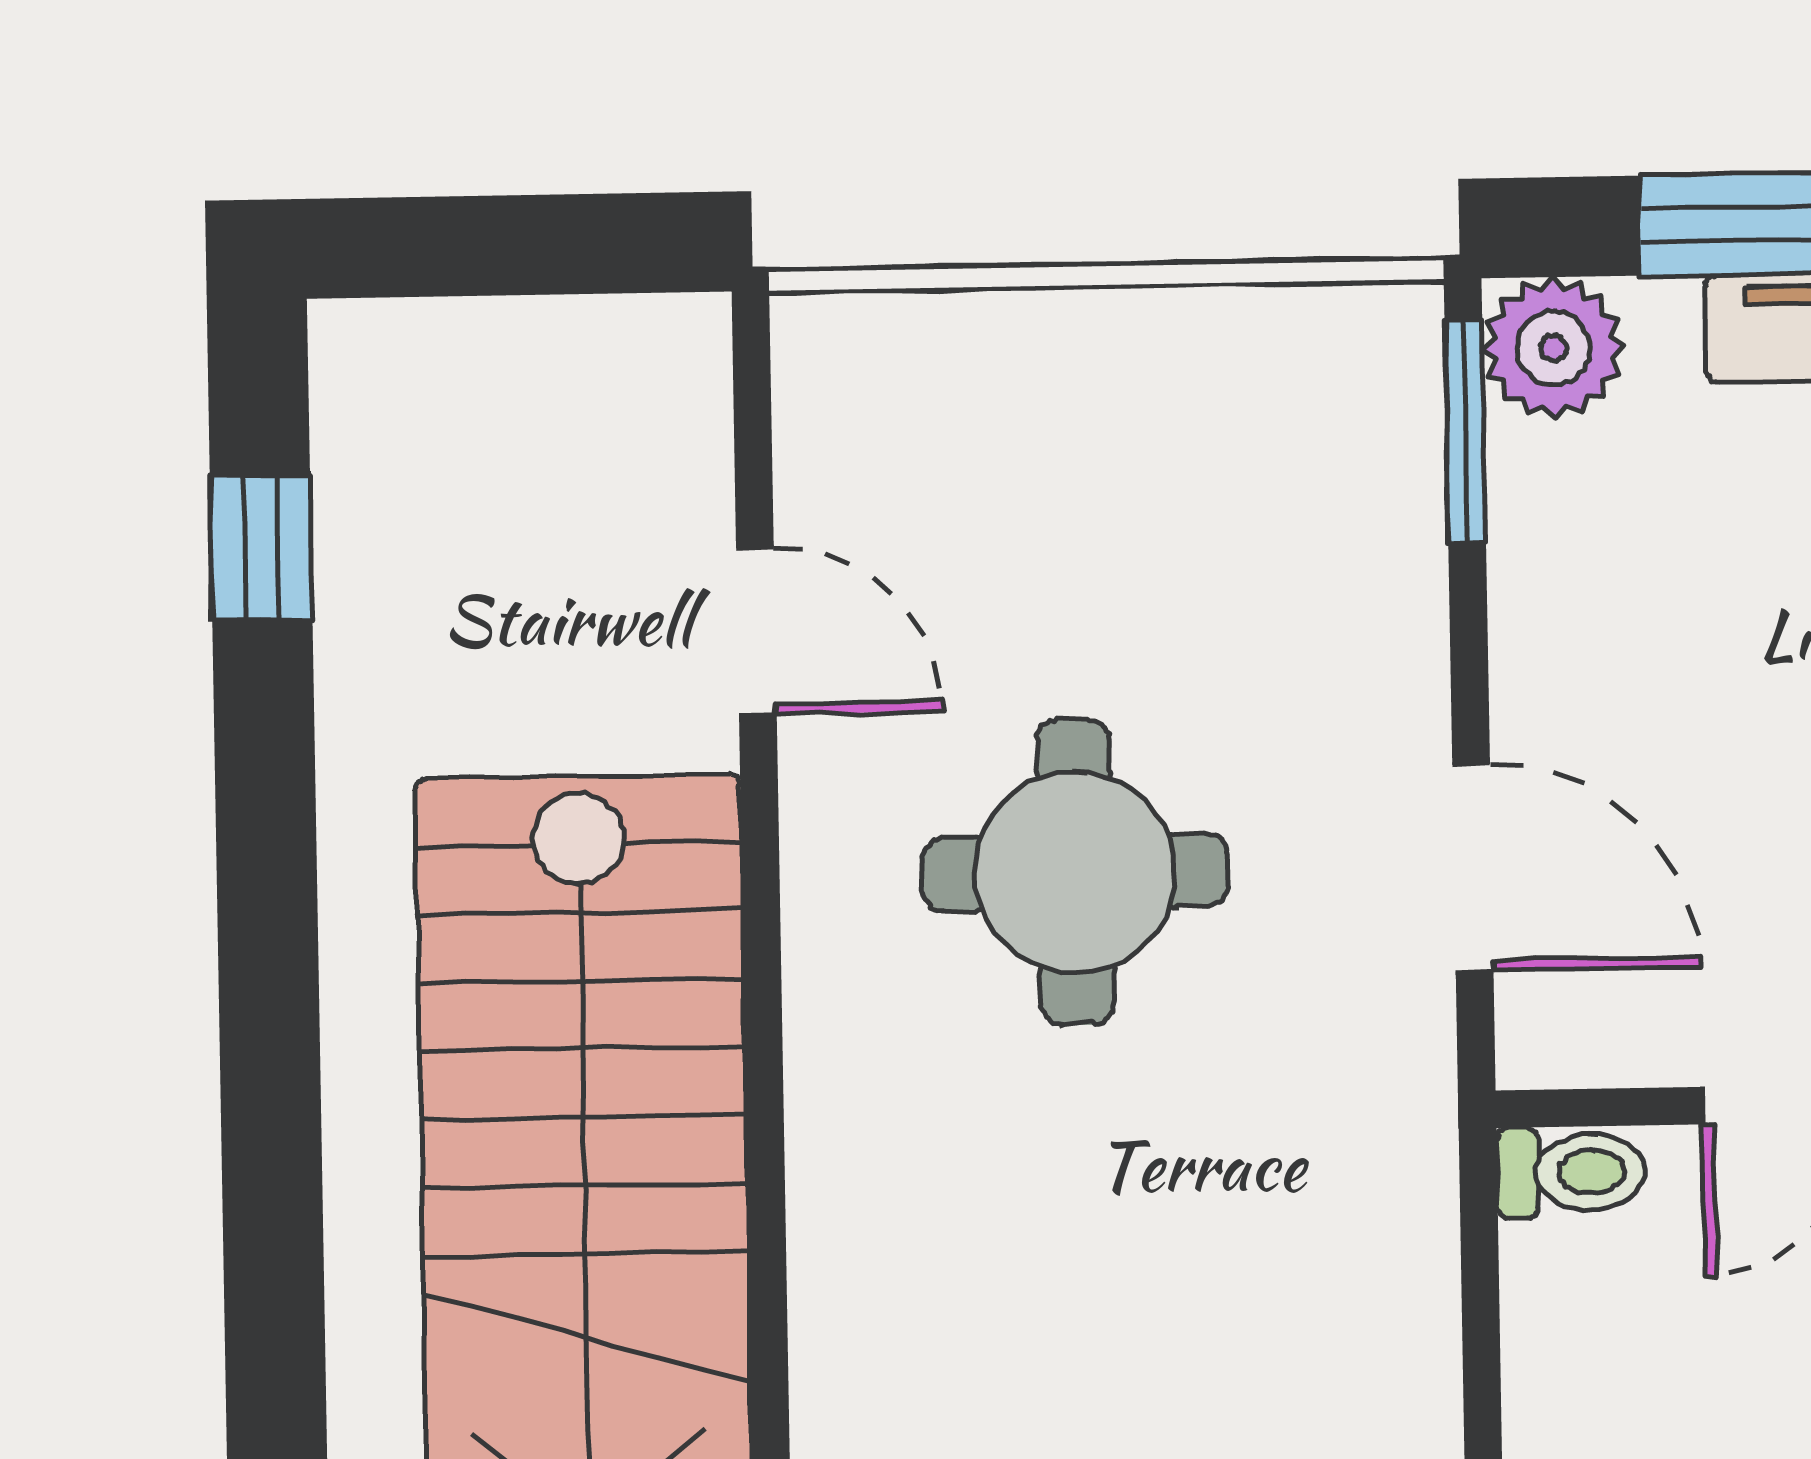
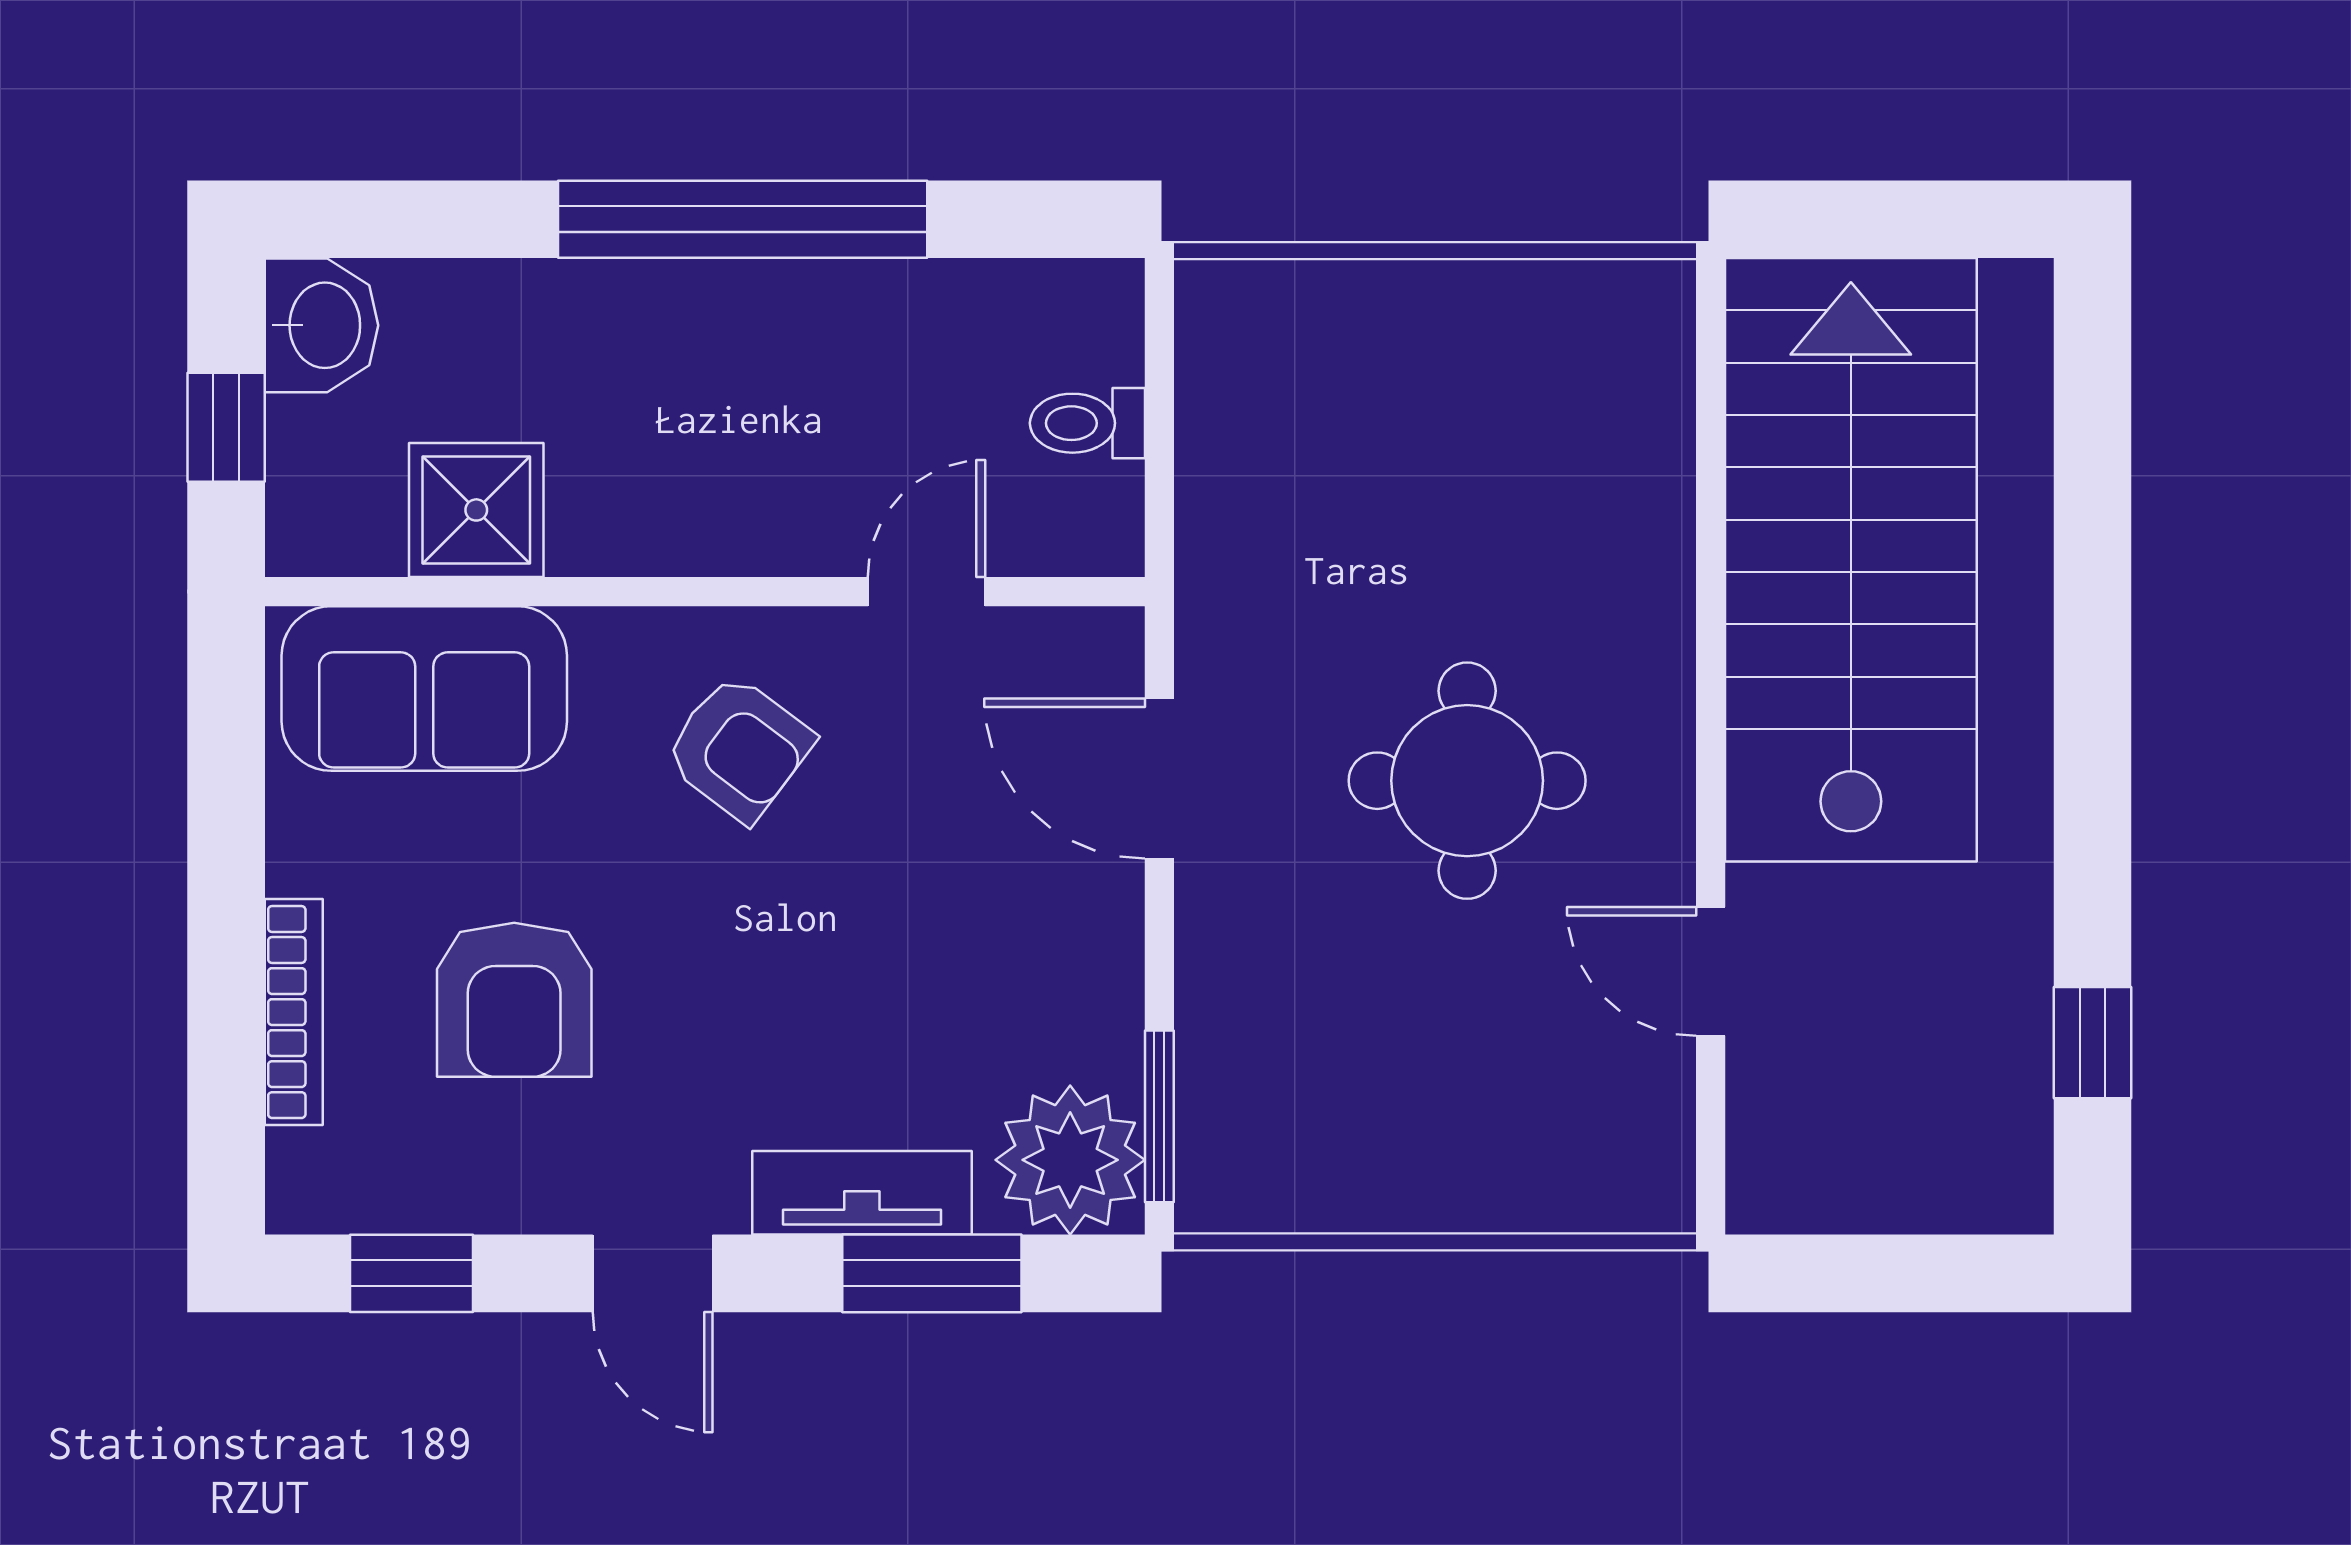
plant: (1553, 348) -> (1070, 1160), width x1.36, depth x1.36
toilet: (1571, 1172) -> (1087, 423), moved

